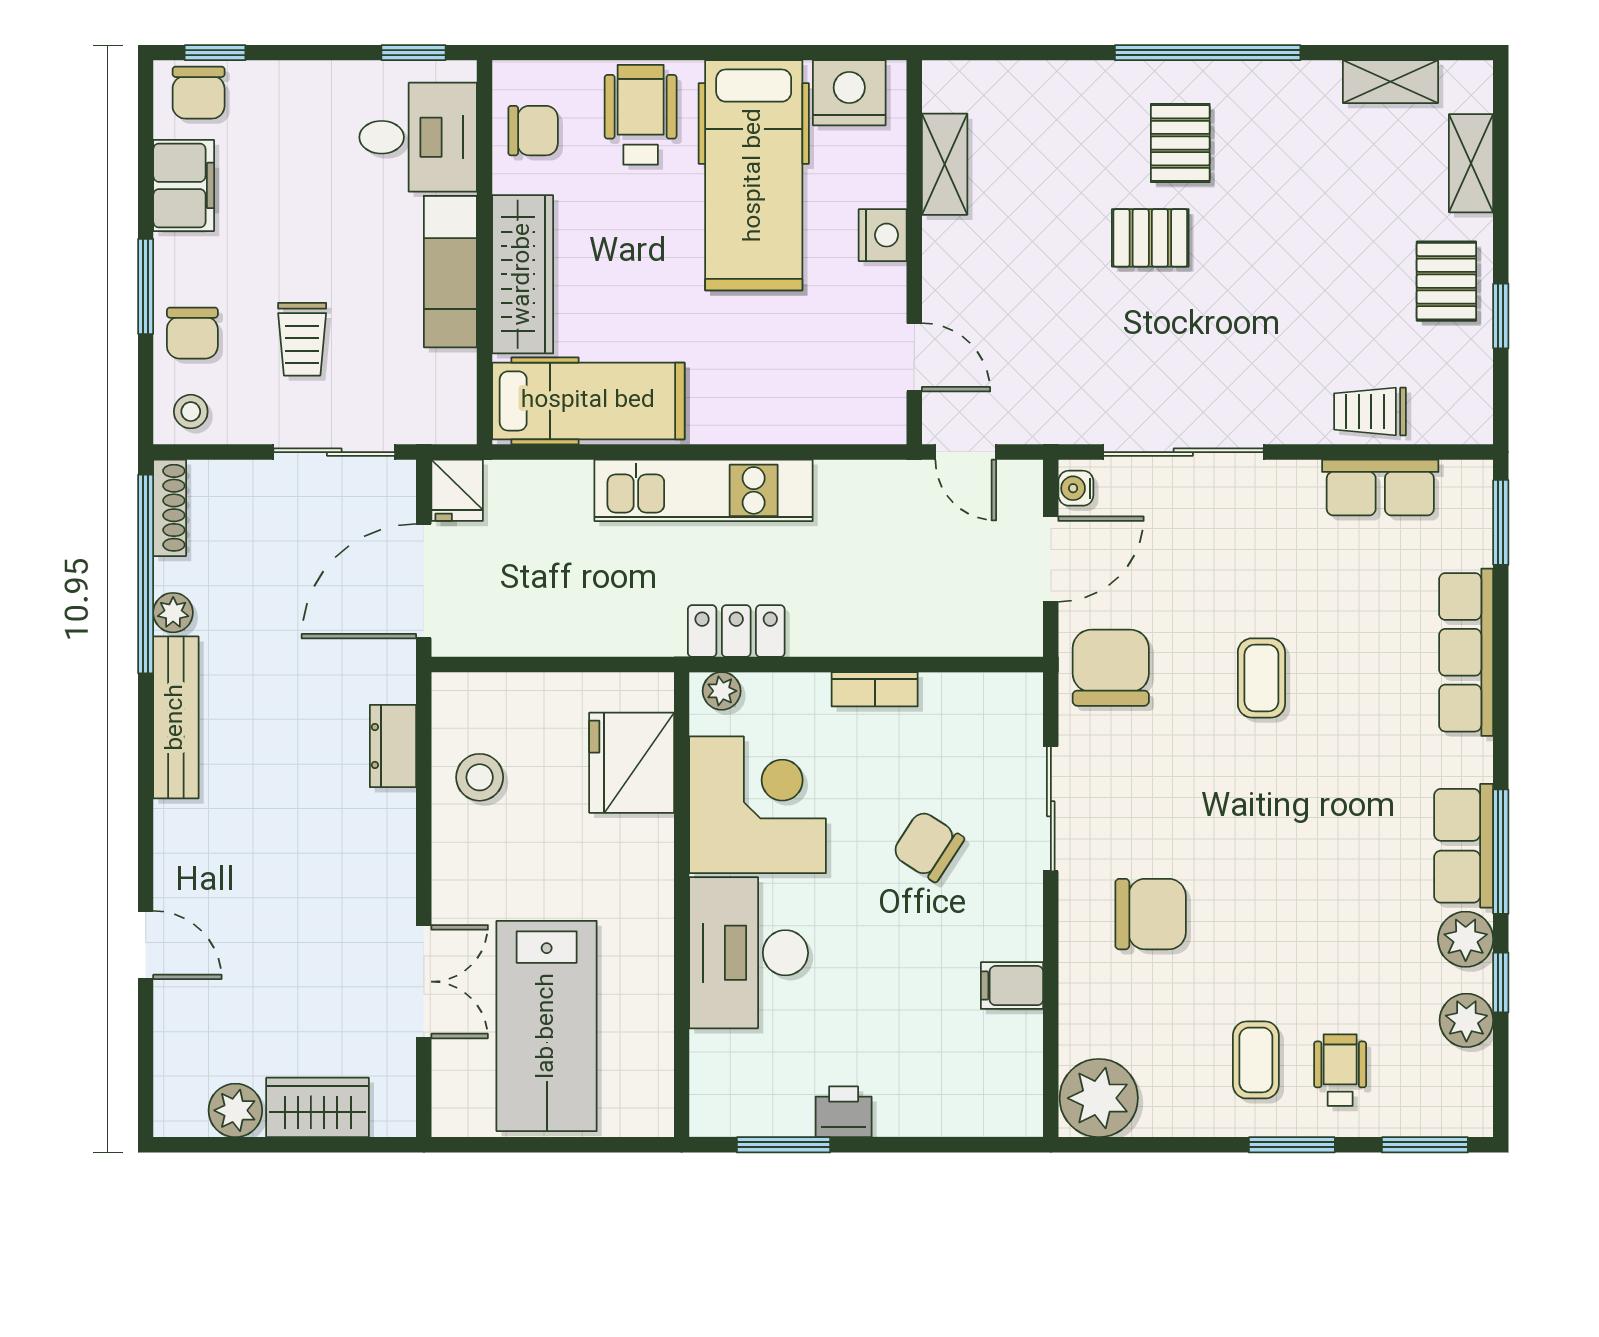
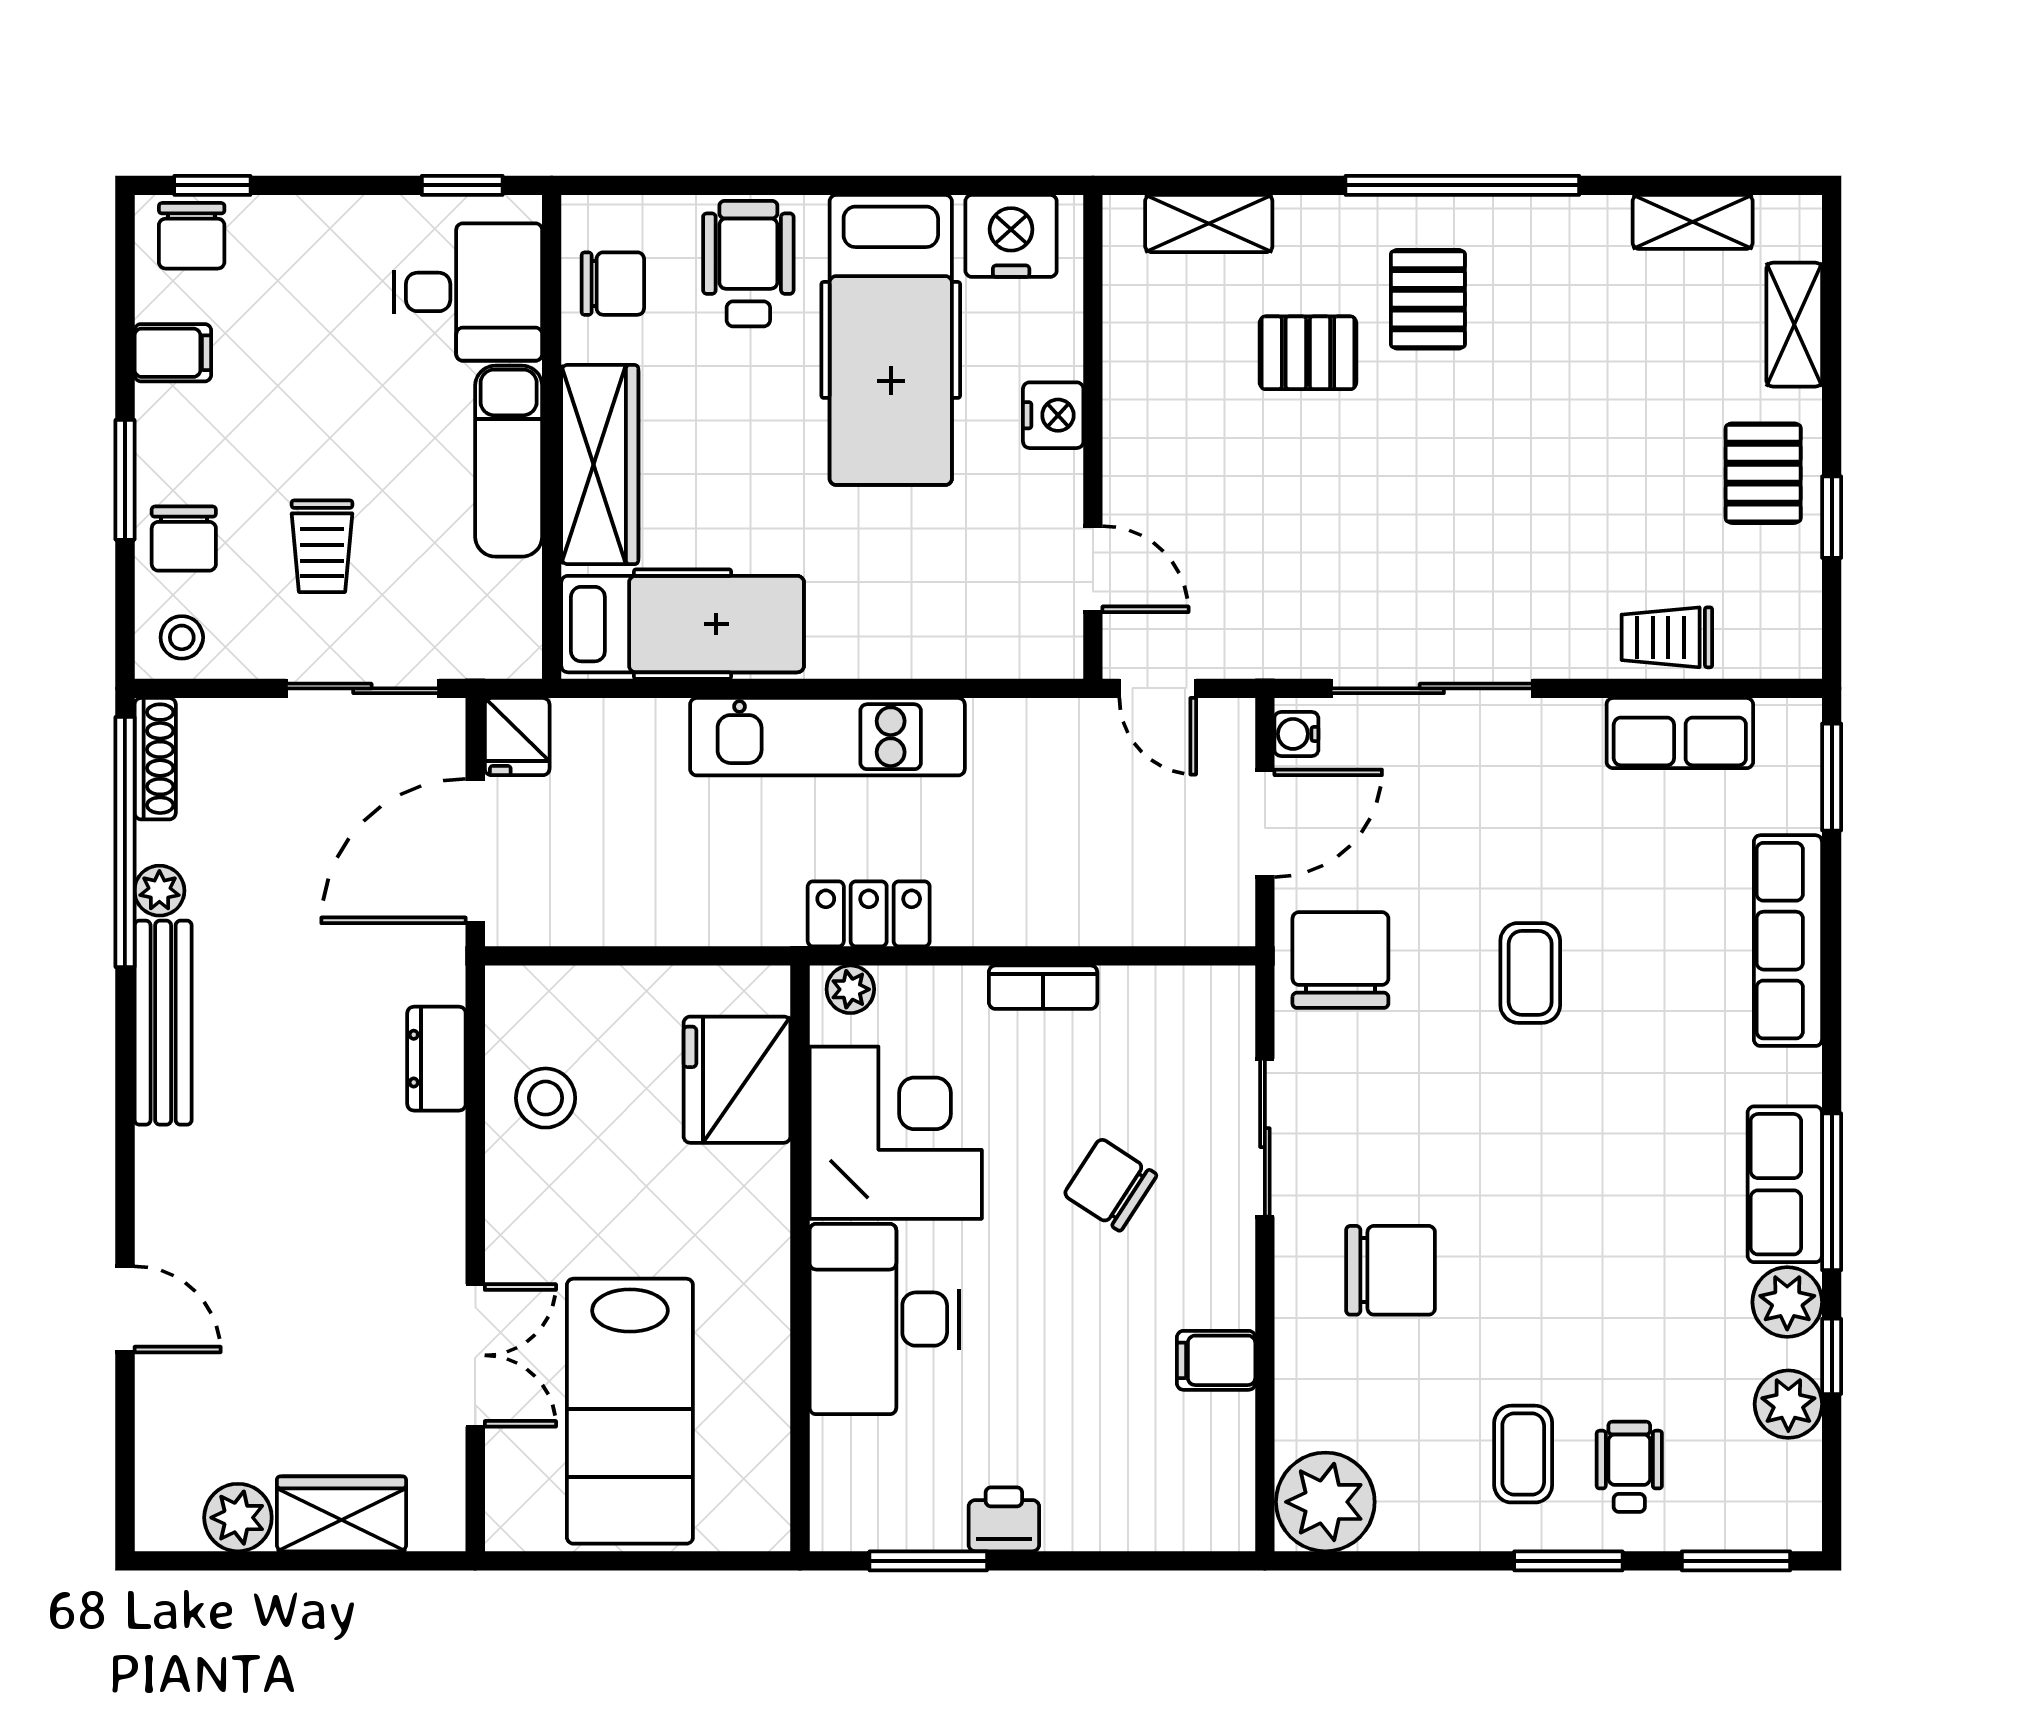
shelving: (945, 164) -> (1209, 224), moved, turned 90
filing cabinet: (184, 185) -> (173, 353), width x0.50
pallet: (1150, 238) -> (1308, 353), moved

